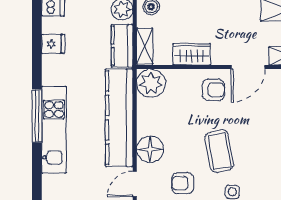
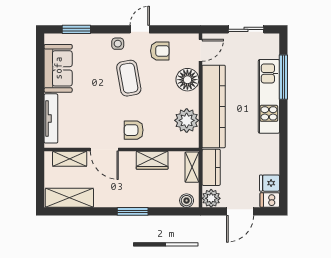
fridge: (53, 44) -> (270, 183), moved
door: (248, 67) -> (104, 149), swing flipped
plant: (151, 83) -> (187, 120), moved
window: (37, 116) -> (283, 77), moved

